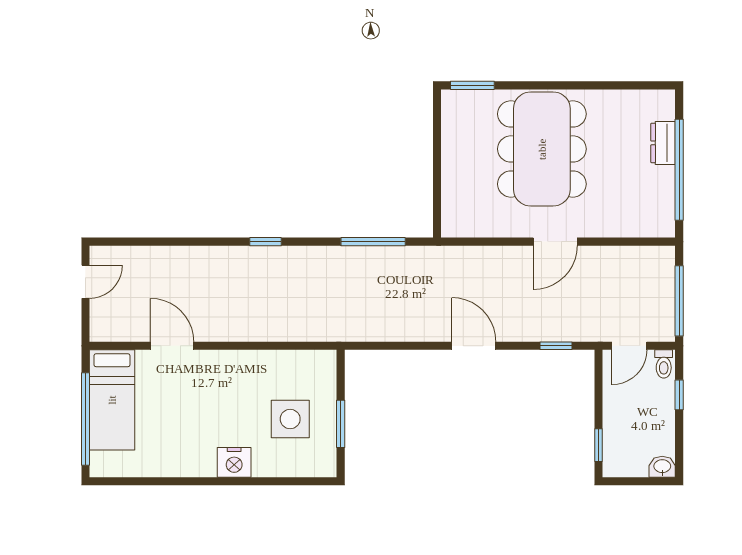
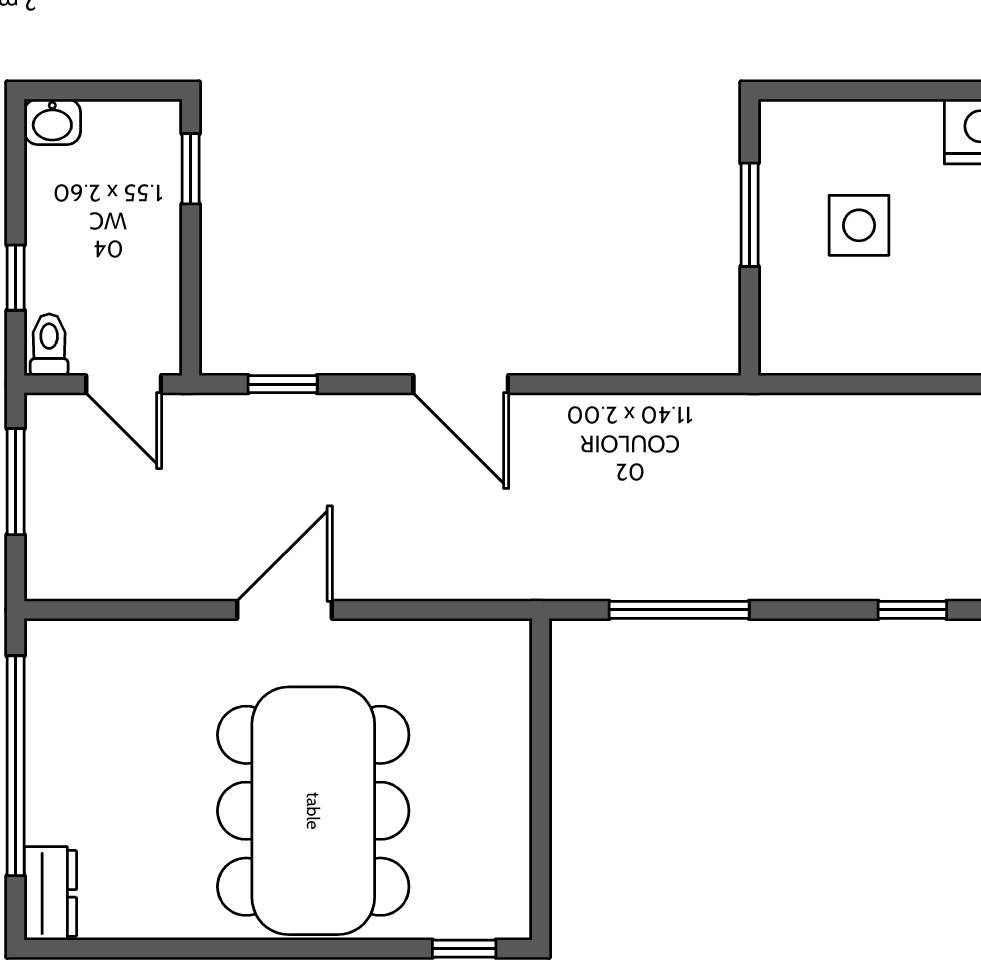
window: (472, 85) -> (464, 949), width x0.67
dresser: (663, 143) -> (50, 893), moved
window: (679, 301) -> (16, 482), width x0.69
door: (629, 346) -> (124, 384), swing flipped
side table: (290, 419) -> (859, 225), width x0.73, depth x0.73

